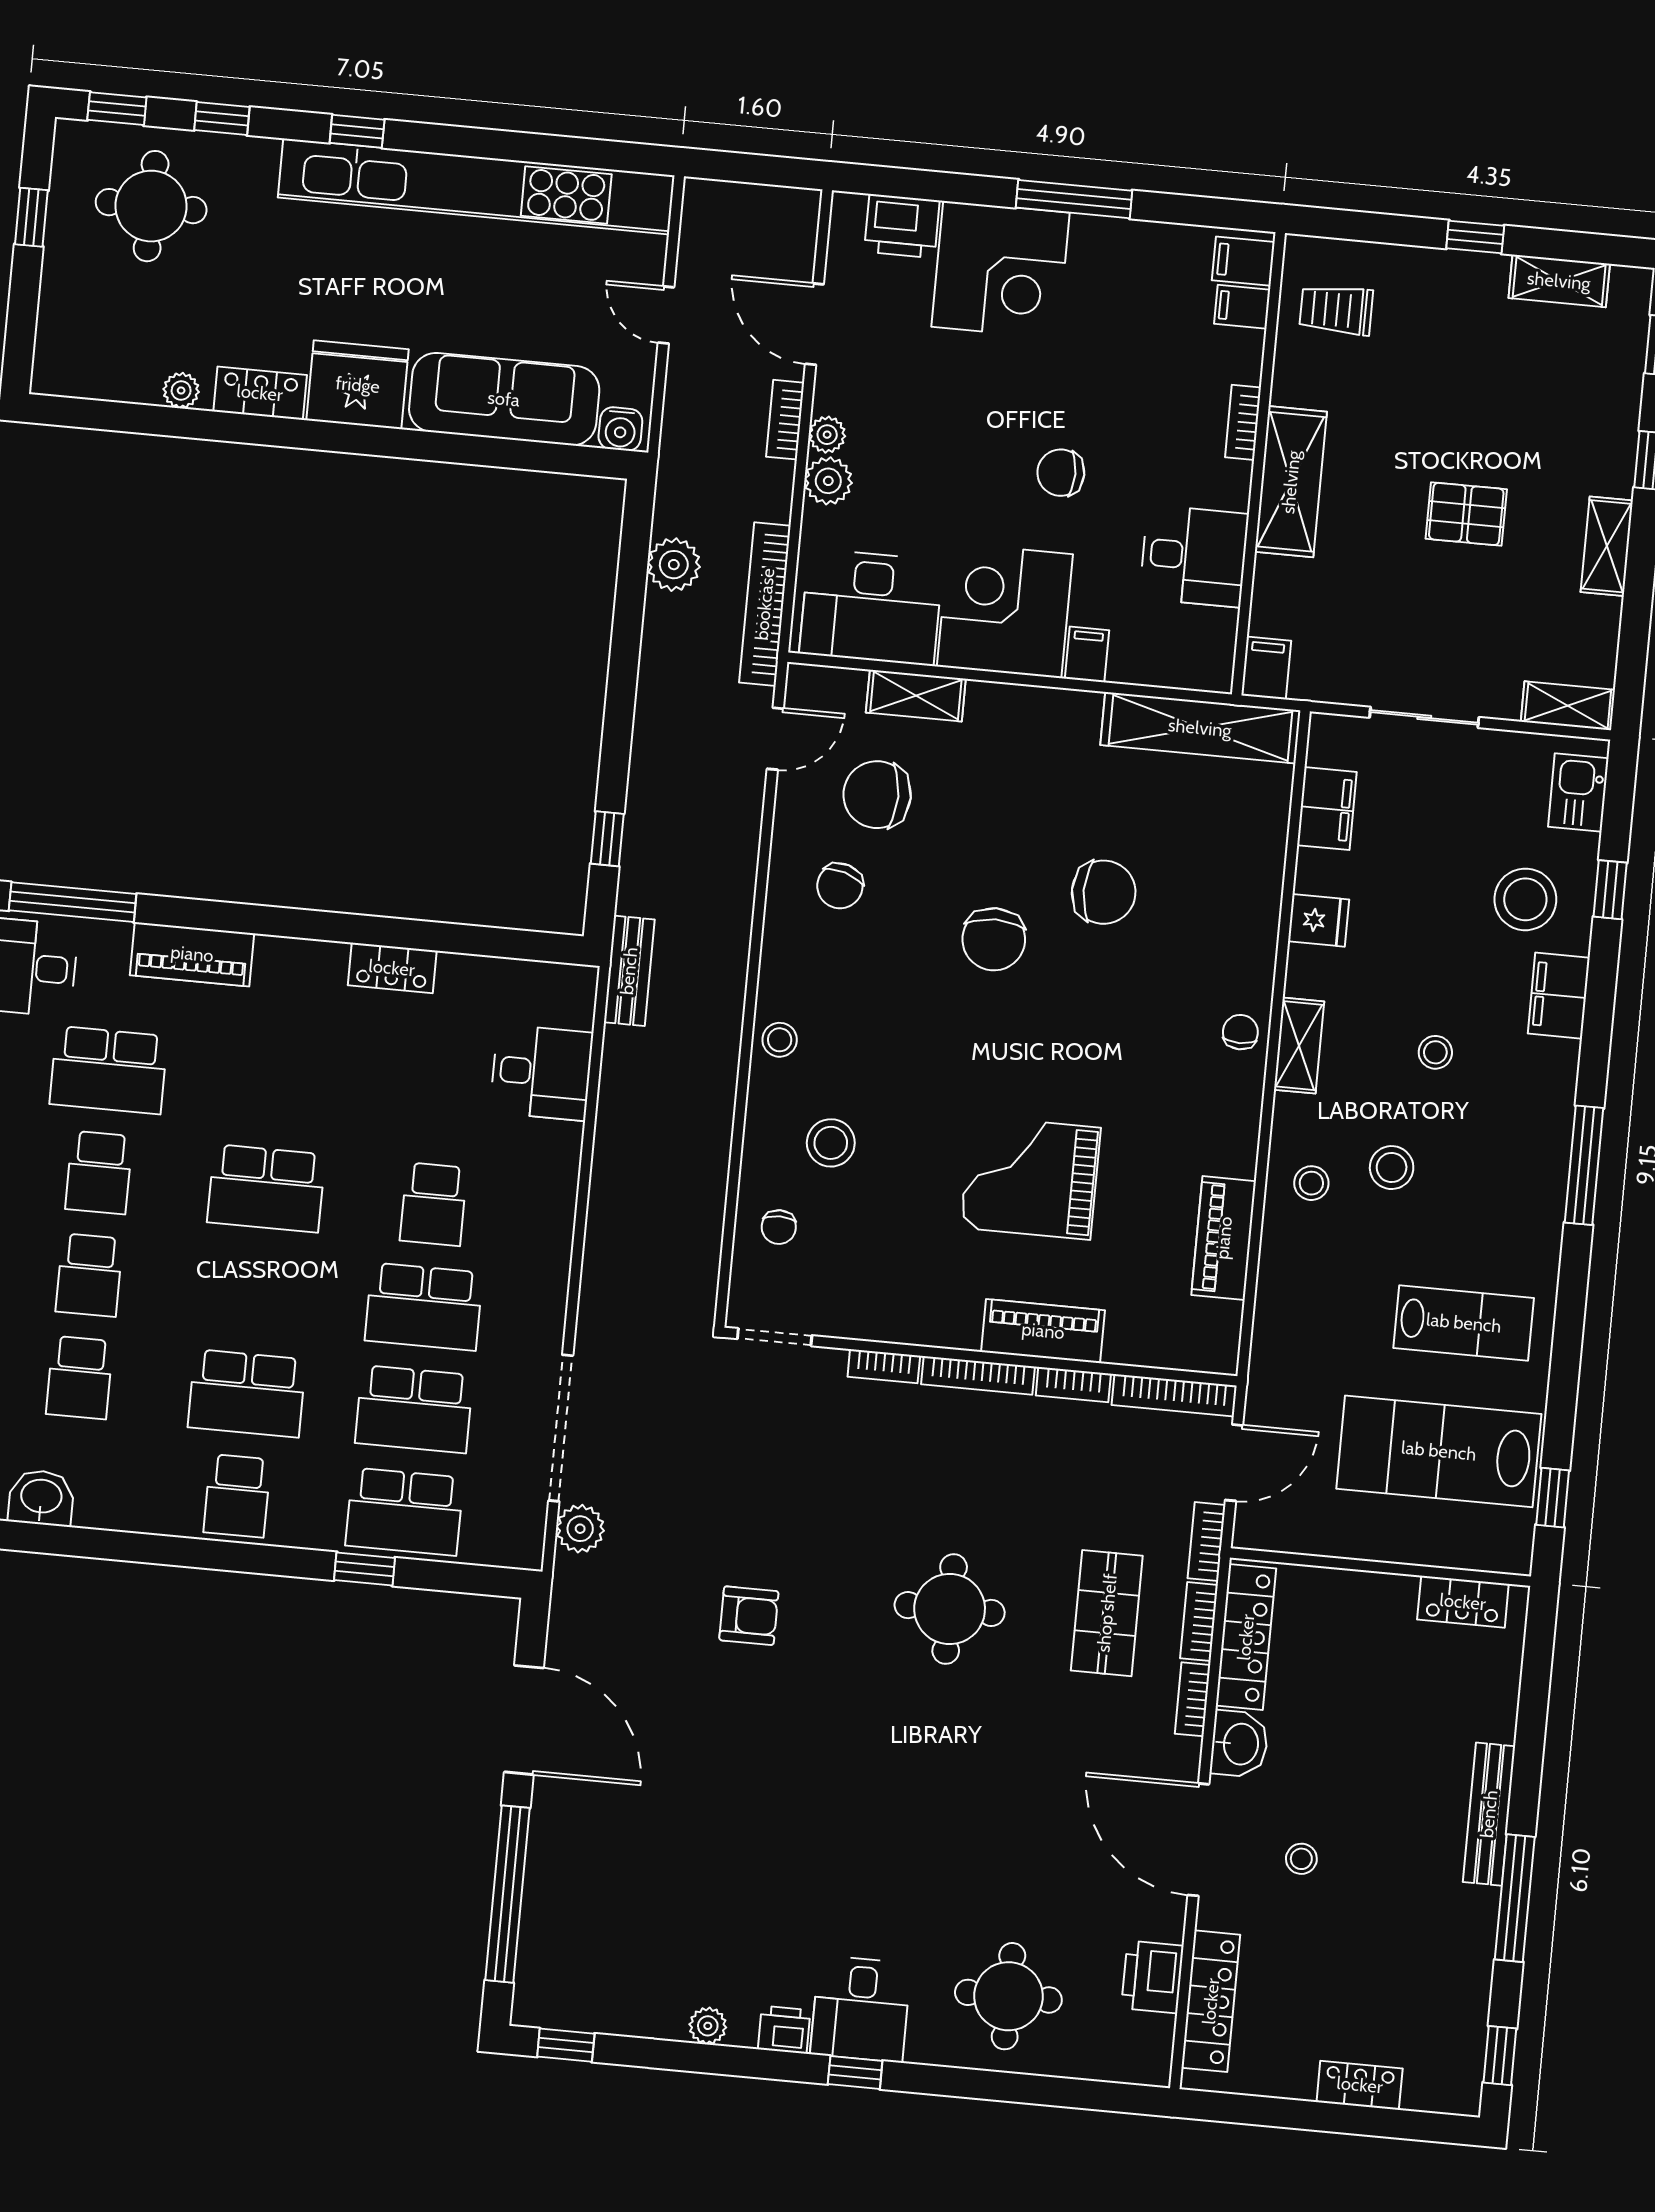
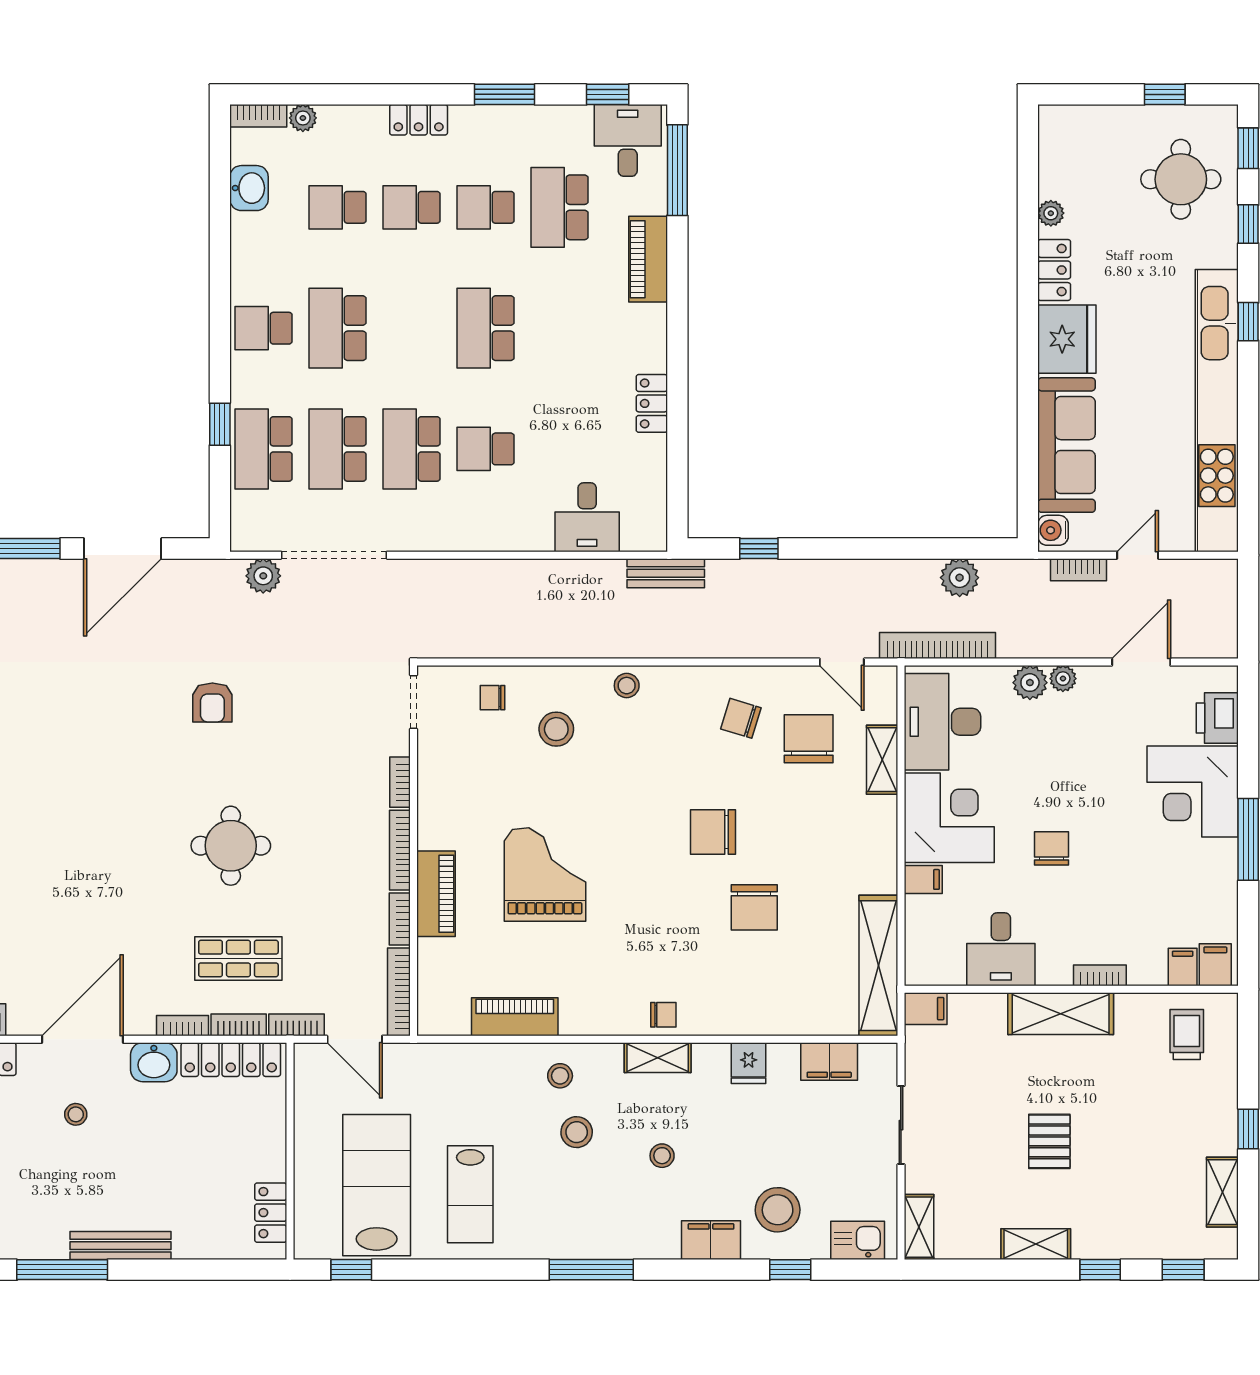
bookcase: (785, 420) -> (1079, 570), moved, turned 180

